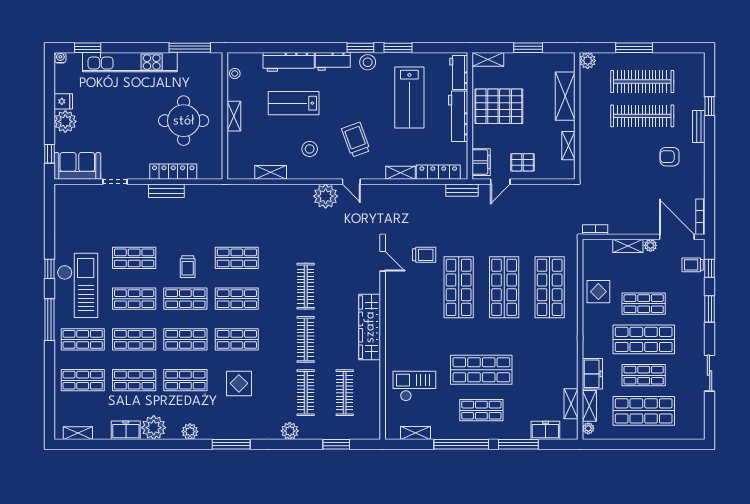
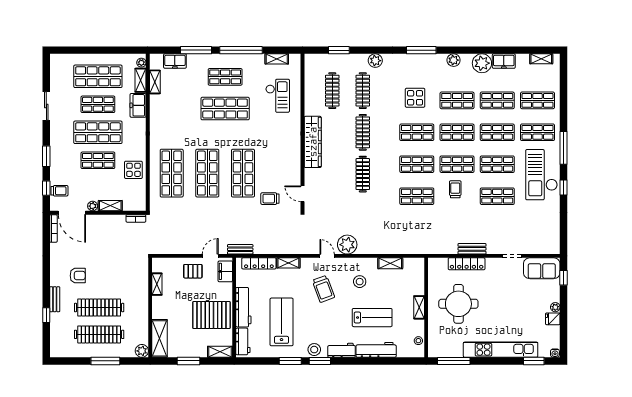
shelving: (565, 96) -> (160, 338), moved
plant: (65, 122) -> (555, 307), width x0.53, depth x0.53
checkout: (414, 386) -> (278, 96), turned -90

